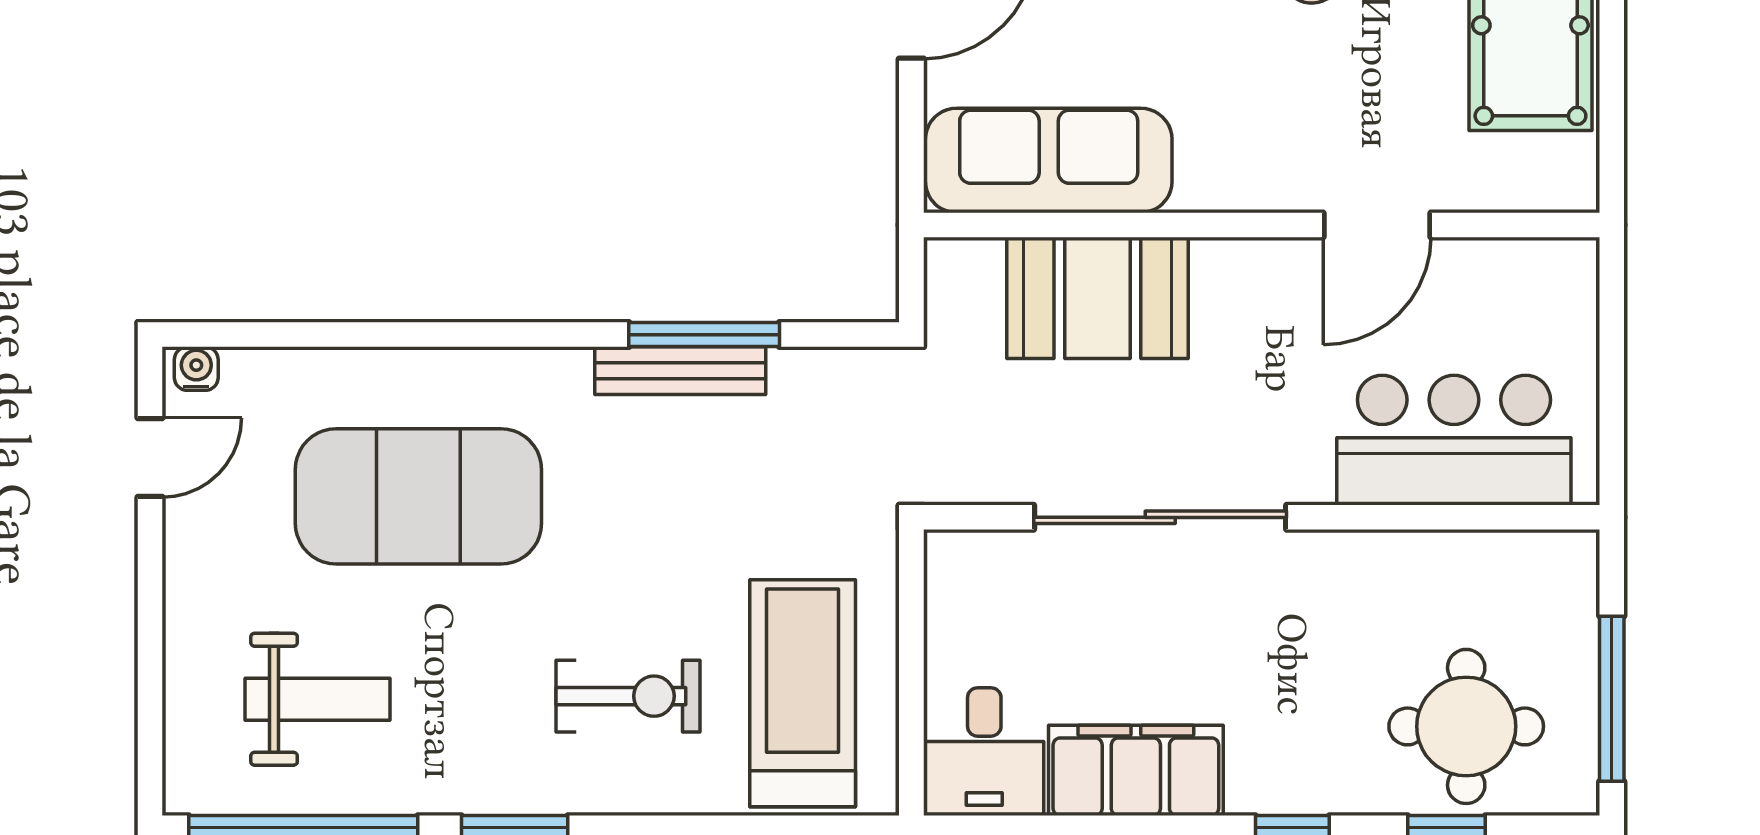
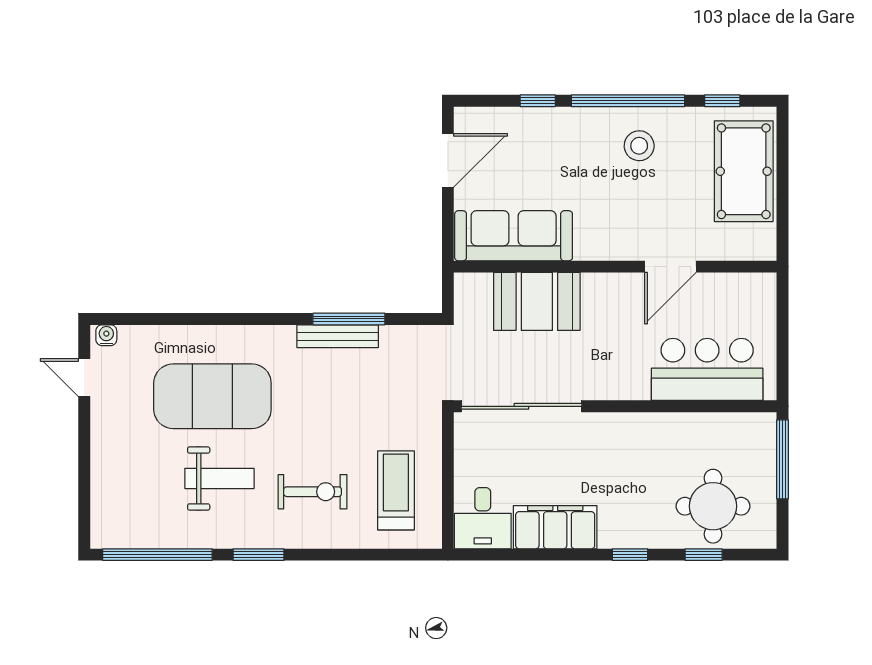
door: (150, 457) -> (84, 378), swing flipped
sliding door: (1160, 517) -> (521, 406), moved
treadmill: (803, 693) -> (396, 490), width x0.73, depth x0.73
weight bench: (318, 699) -> (219, 478), moved
window: (1612, 699) -> (783, 459), moved

